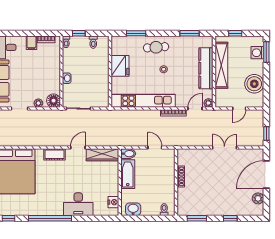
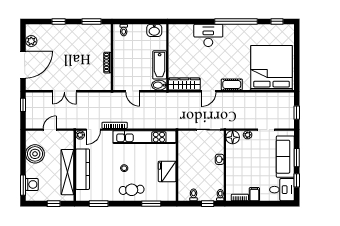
nightstand: (113, 202) -> (174, 37), removed

